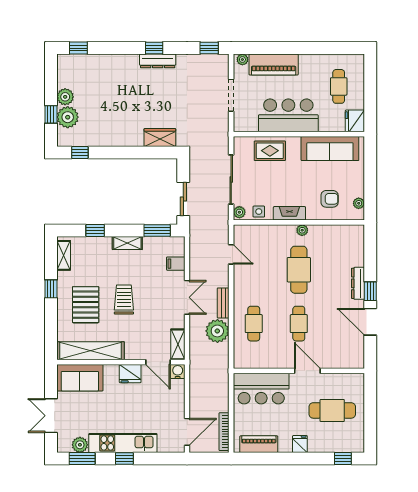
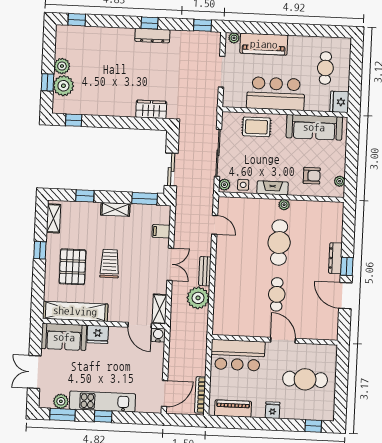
cafe table: (254, 324) -> (233, 292), removed
fridge: (130, 374) -> (98, 334), moved

